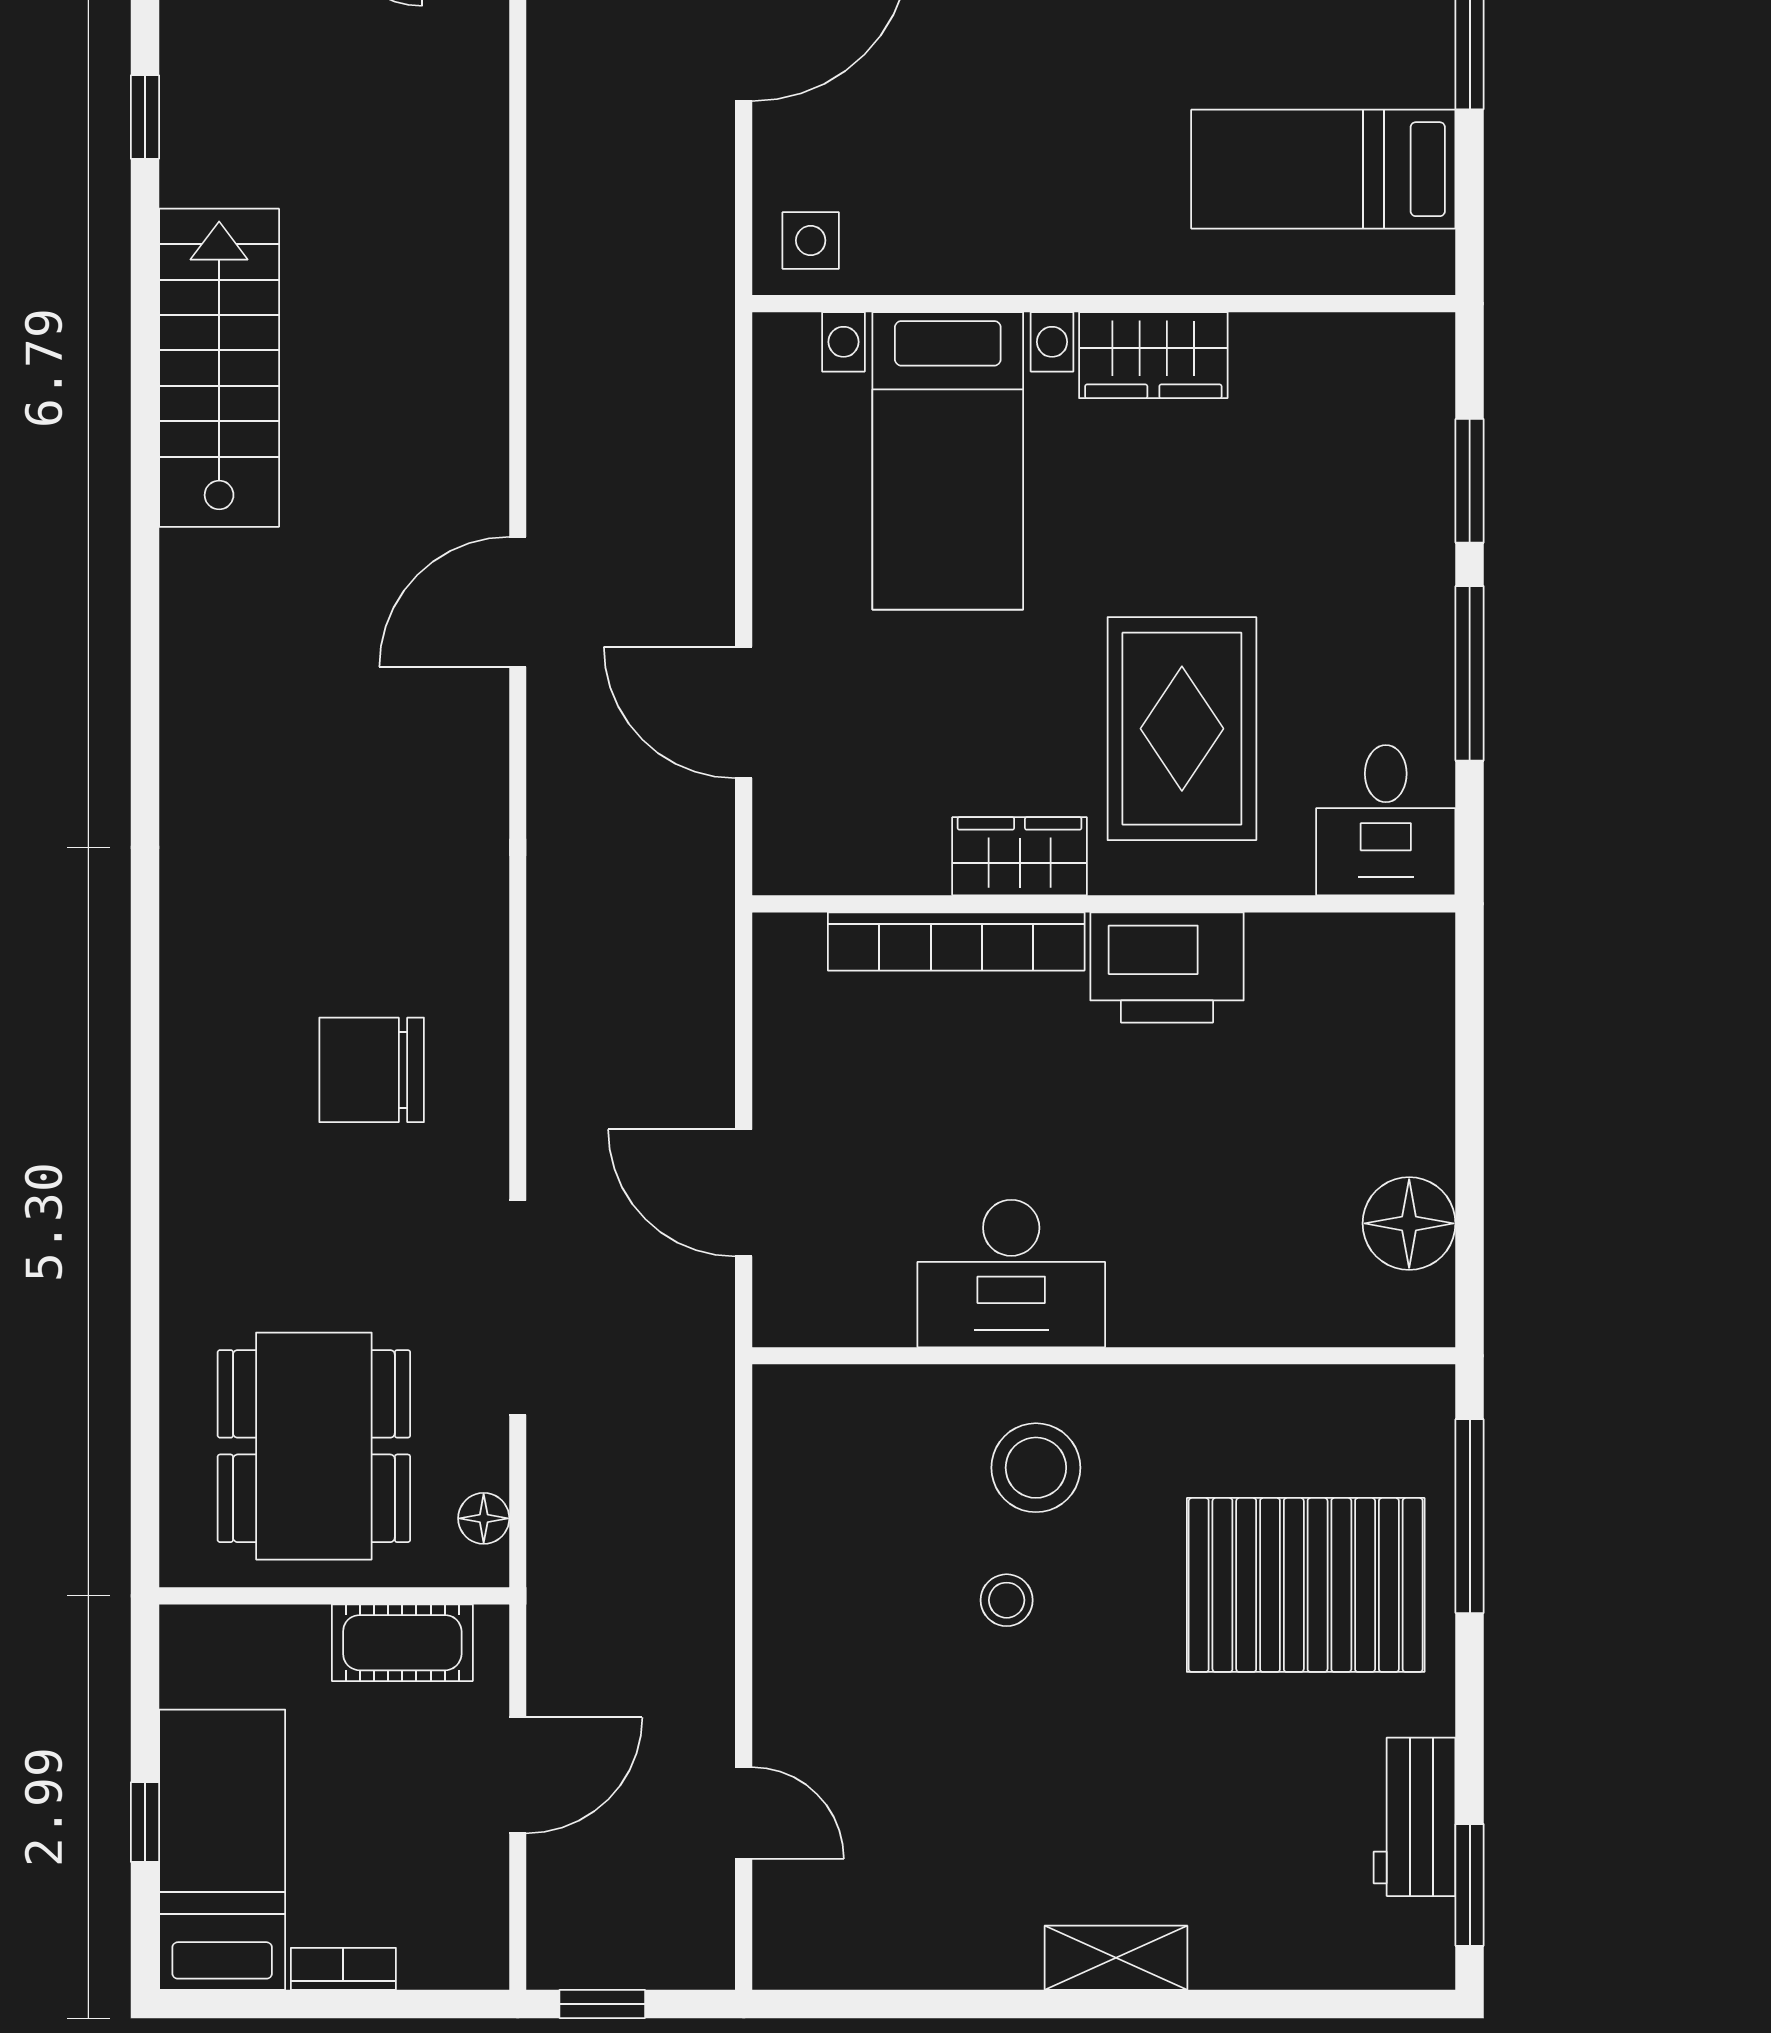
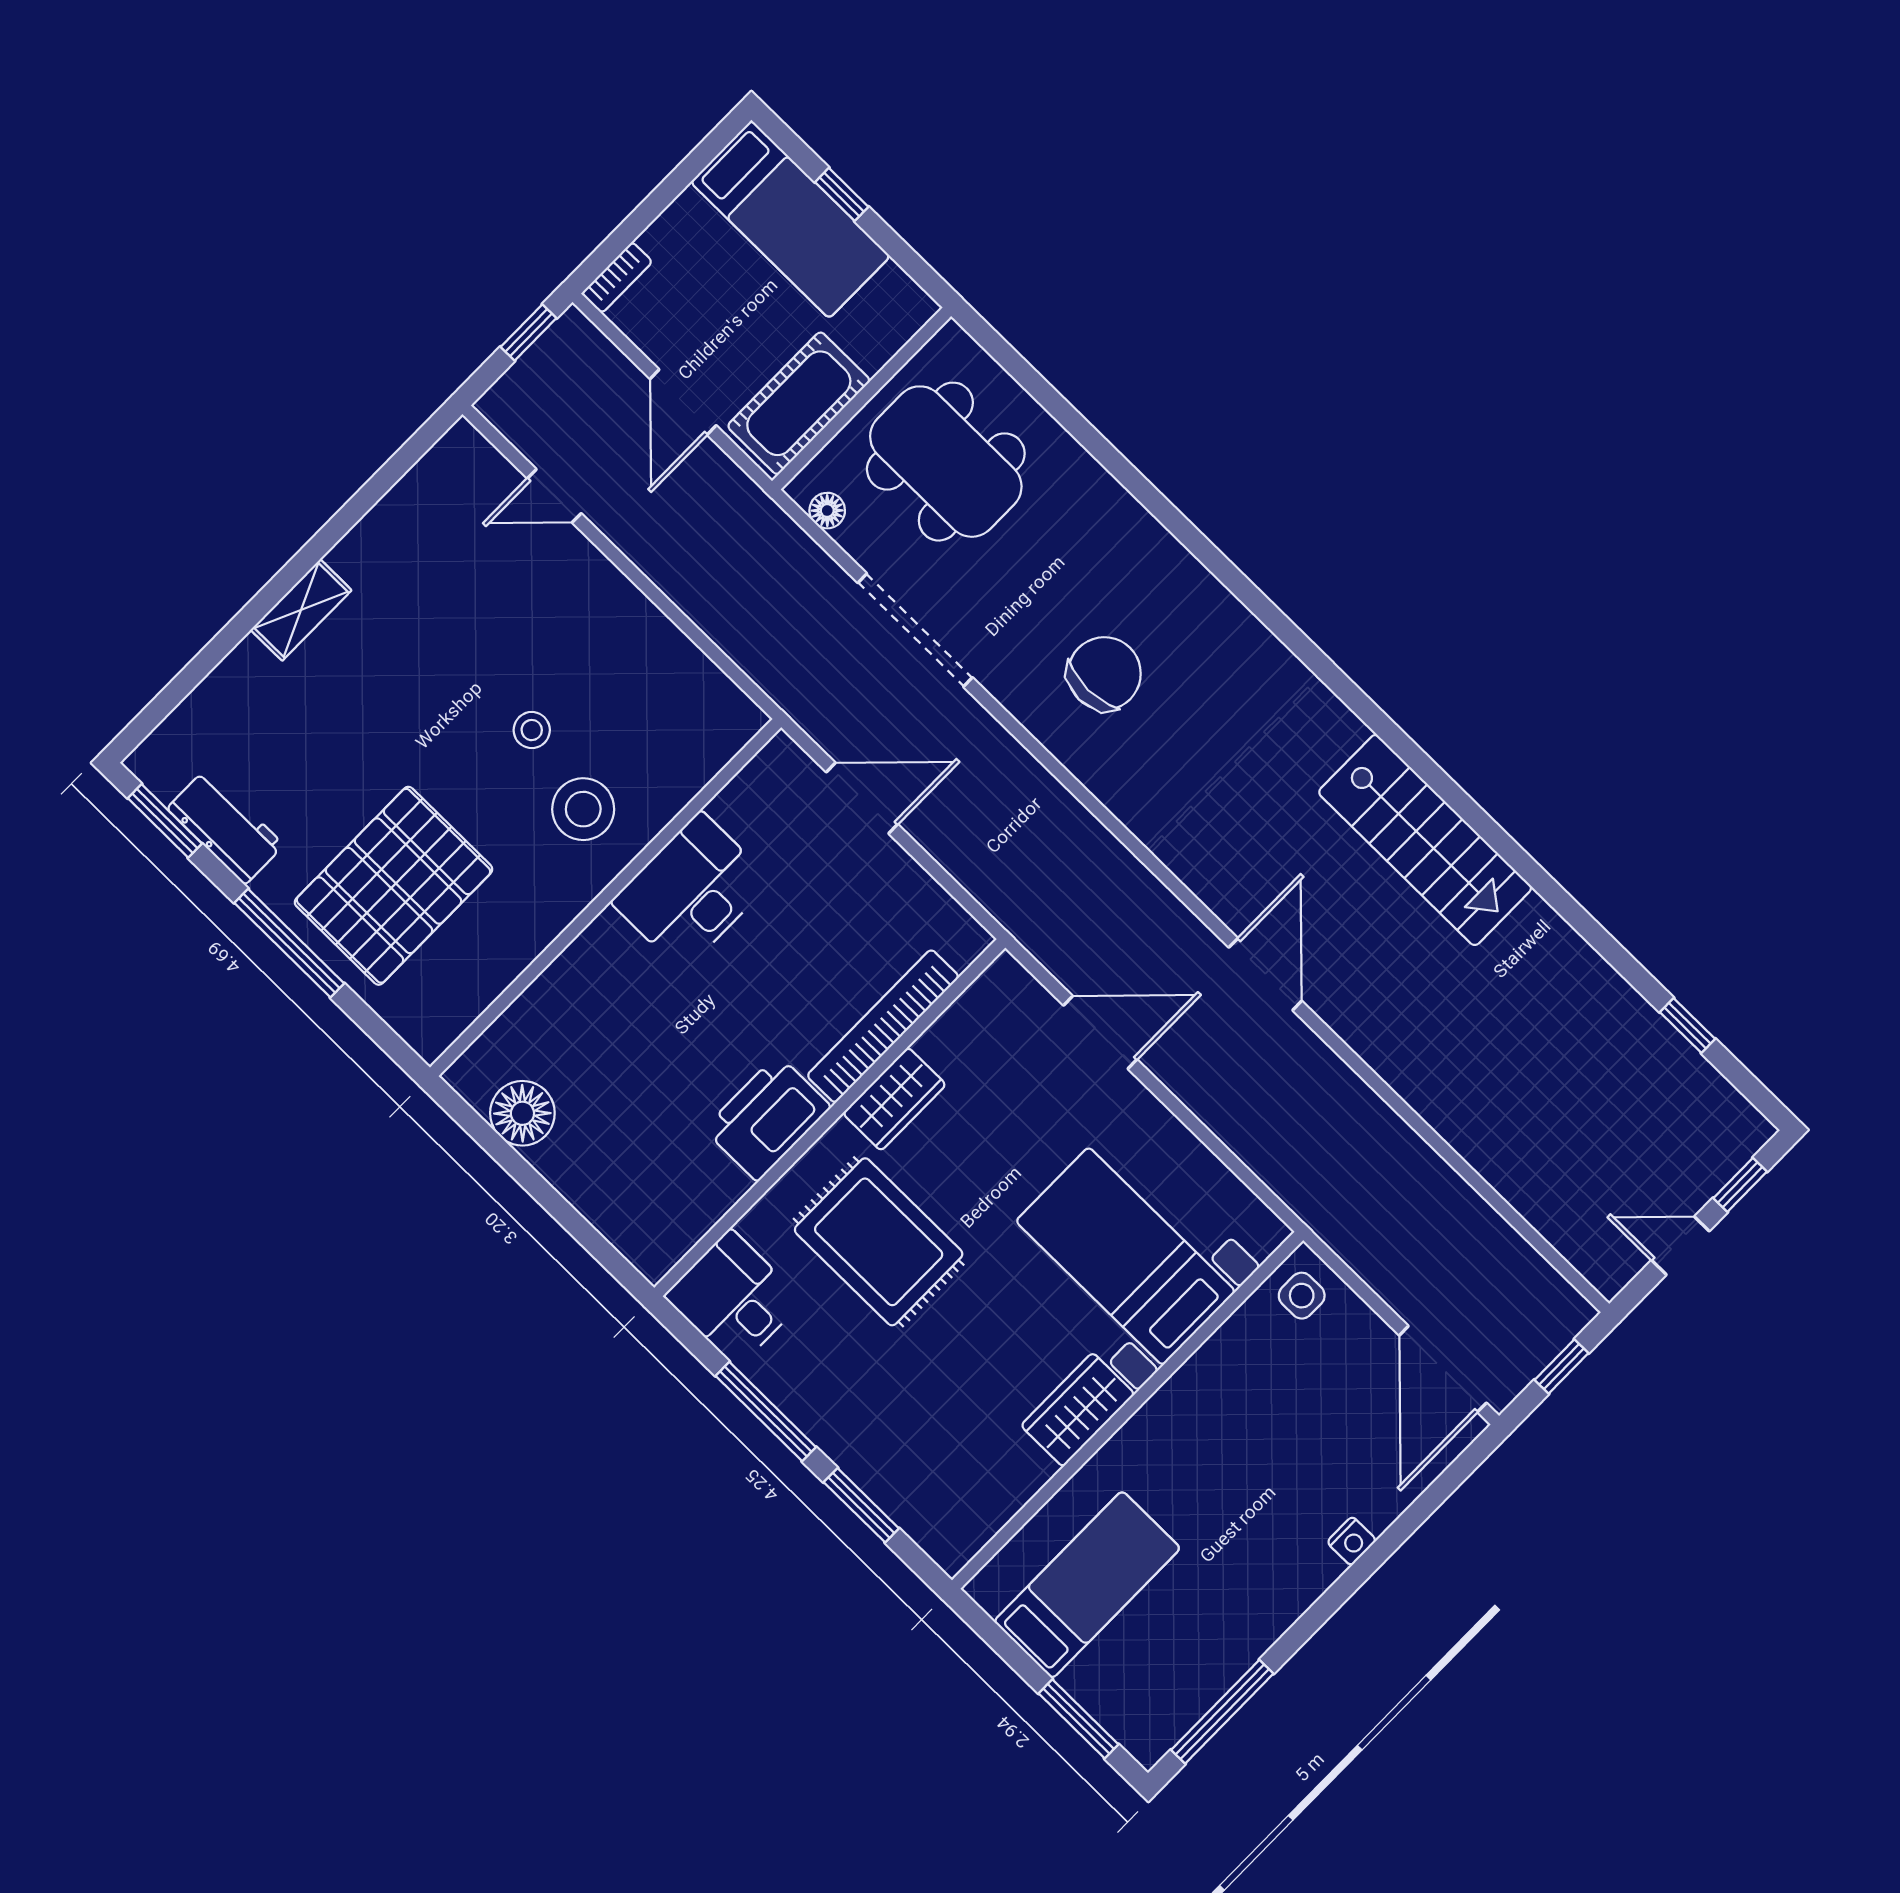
stairs: (219, 368) -> (1425, 840), moved
window: (1470, 1516) -> (289, 943), moved
cot: (402, 1643) -> (799, 403), width x1.37, depth x1.34
bookcase: (343, 1969) -> (617, 278), moved

